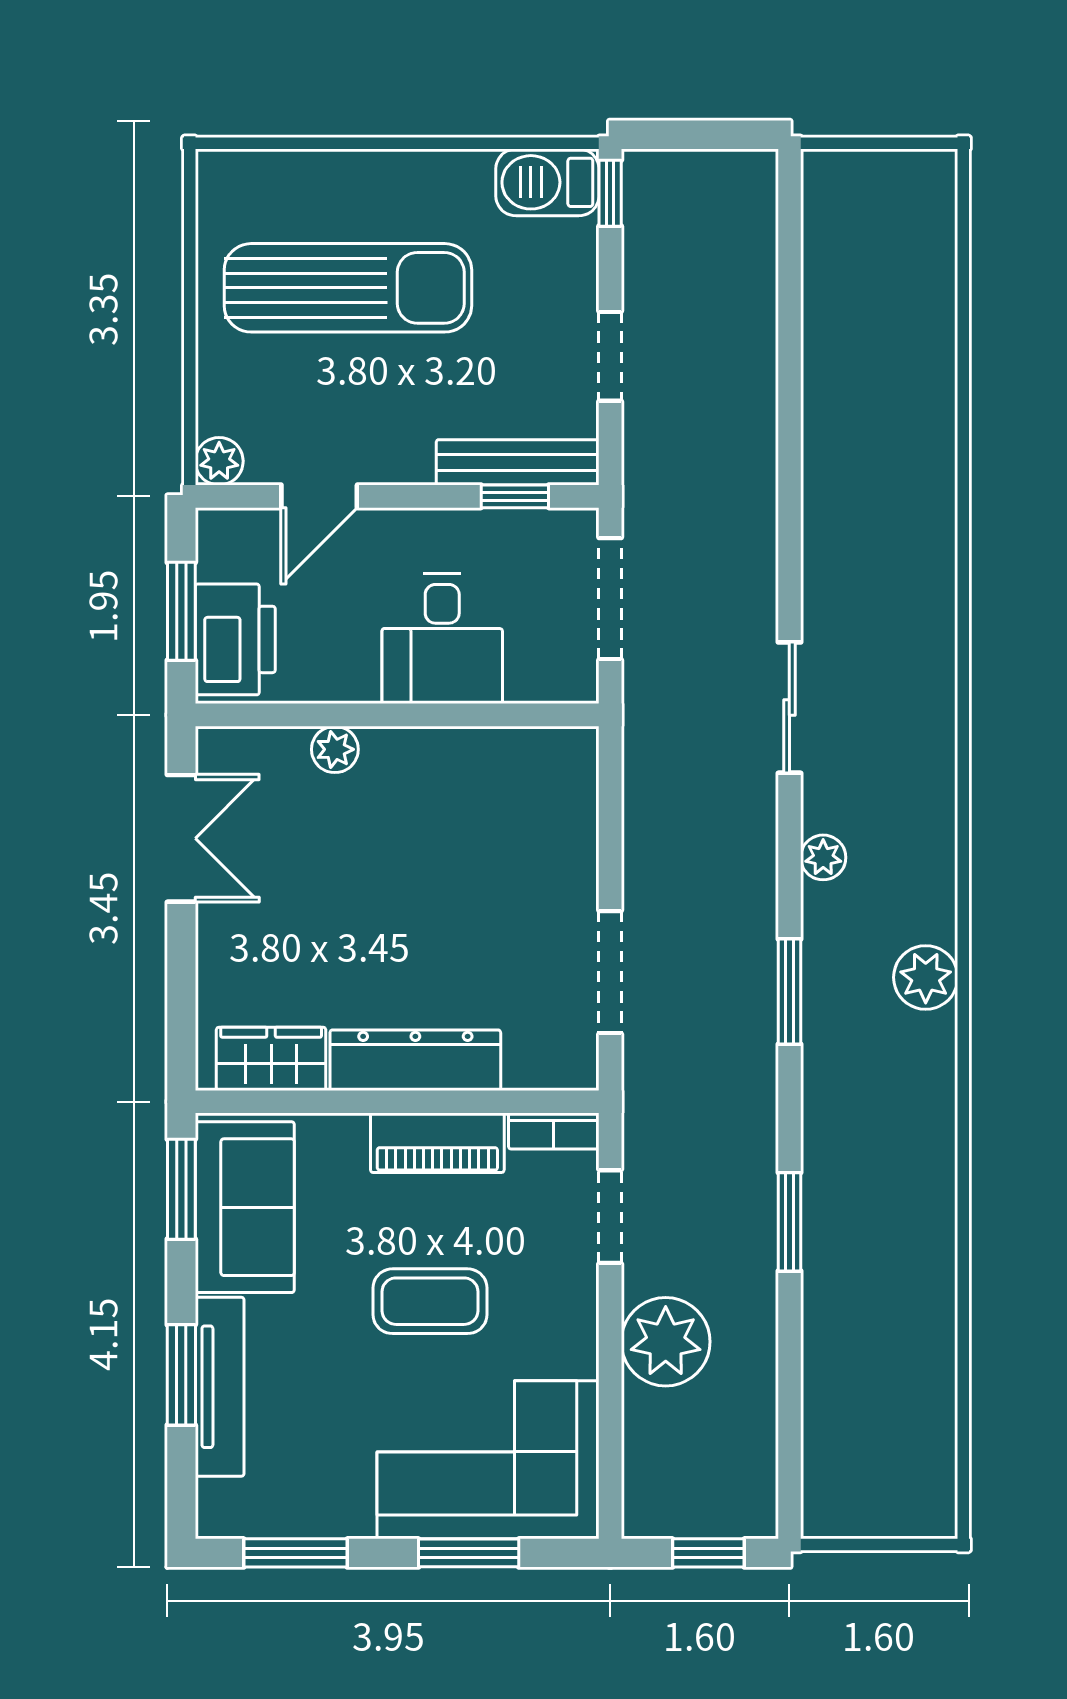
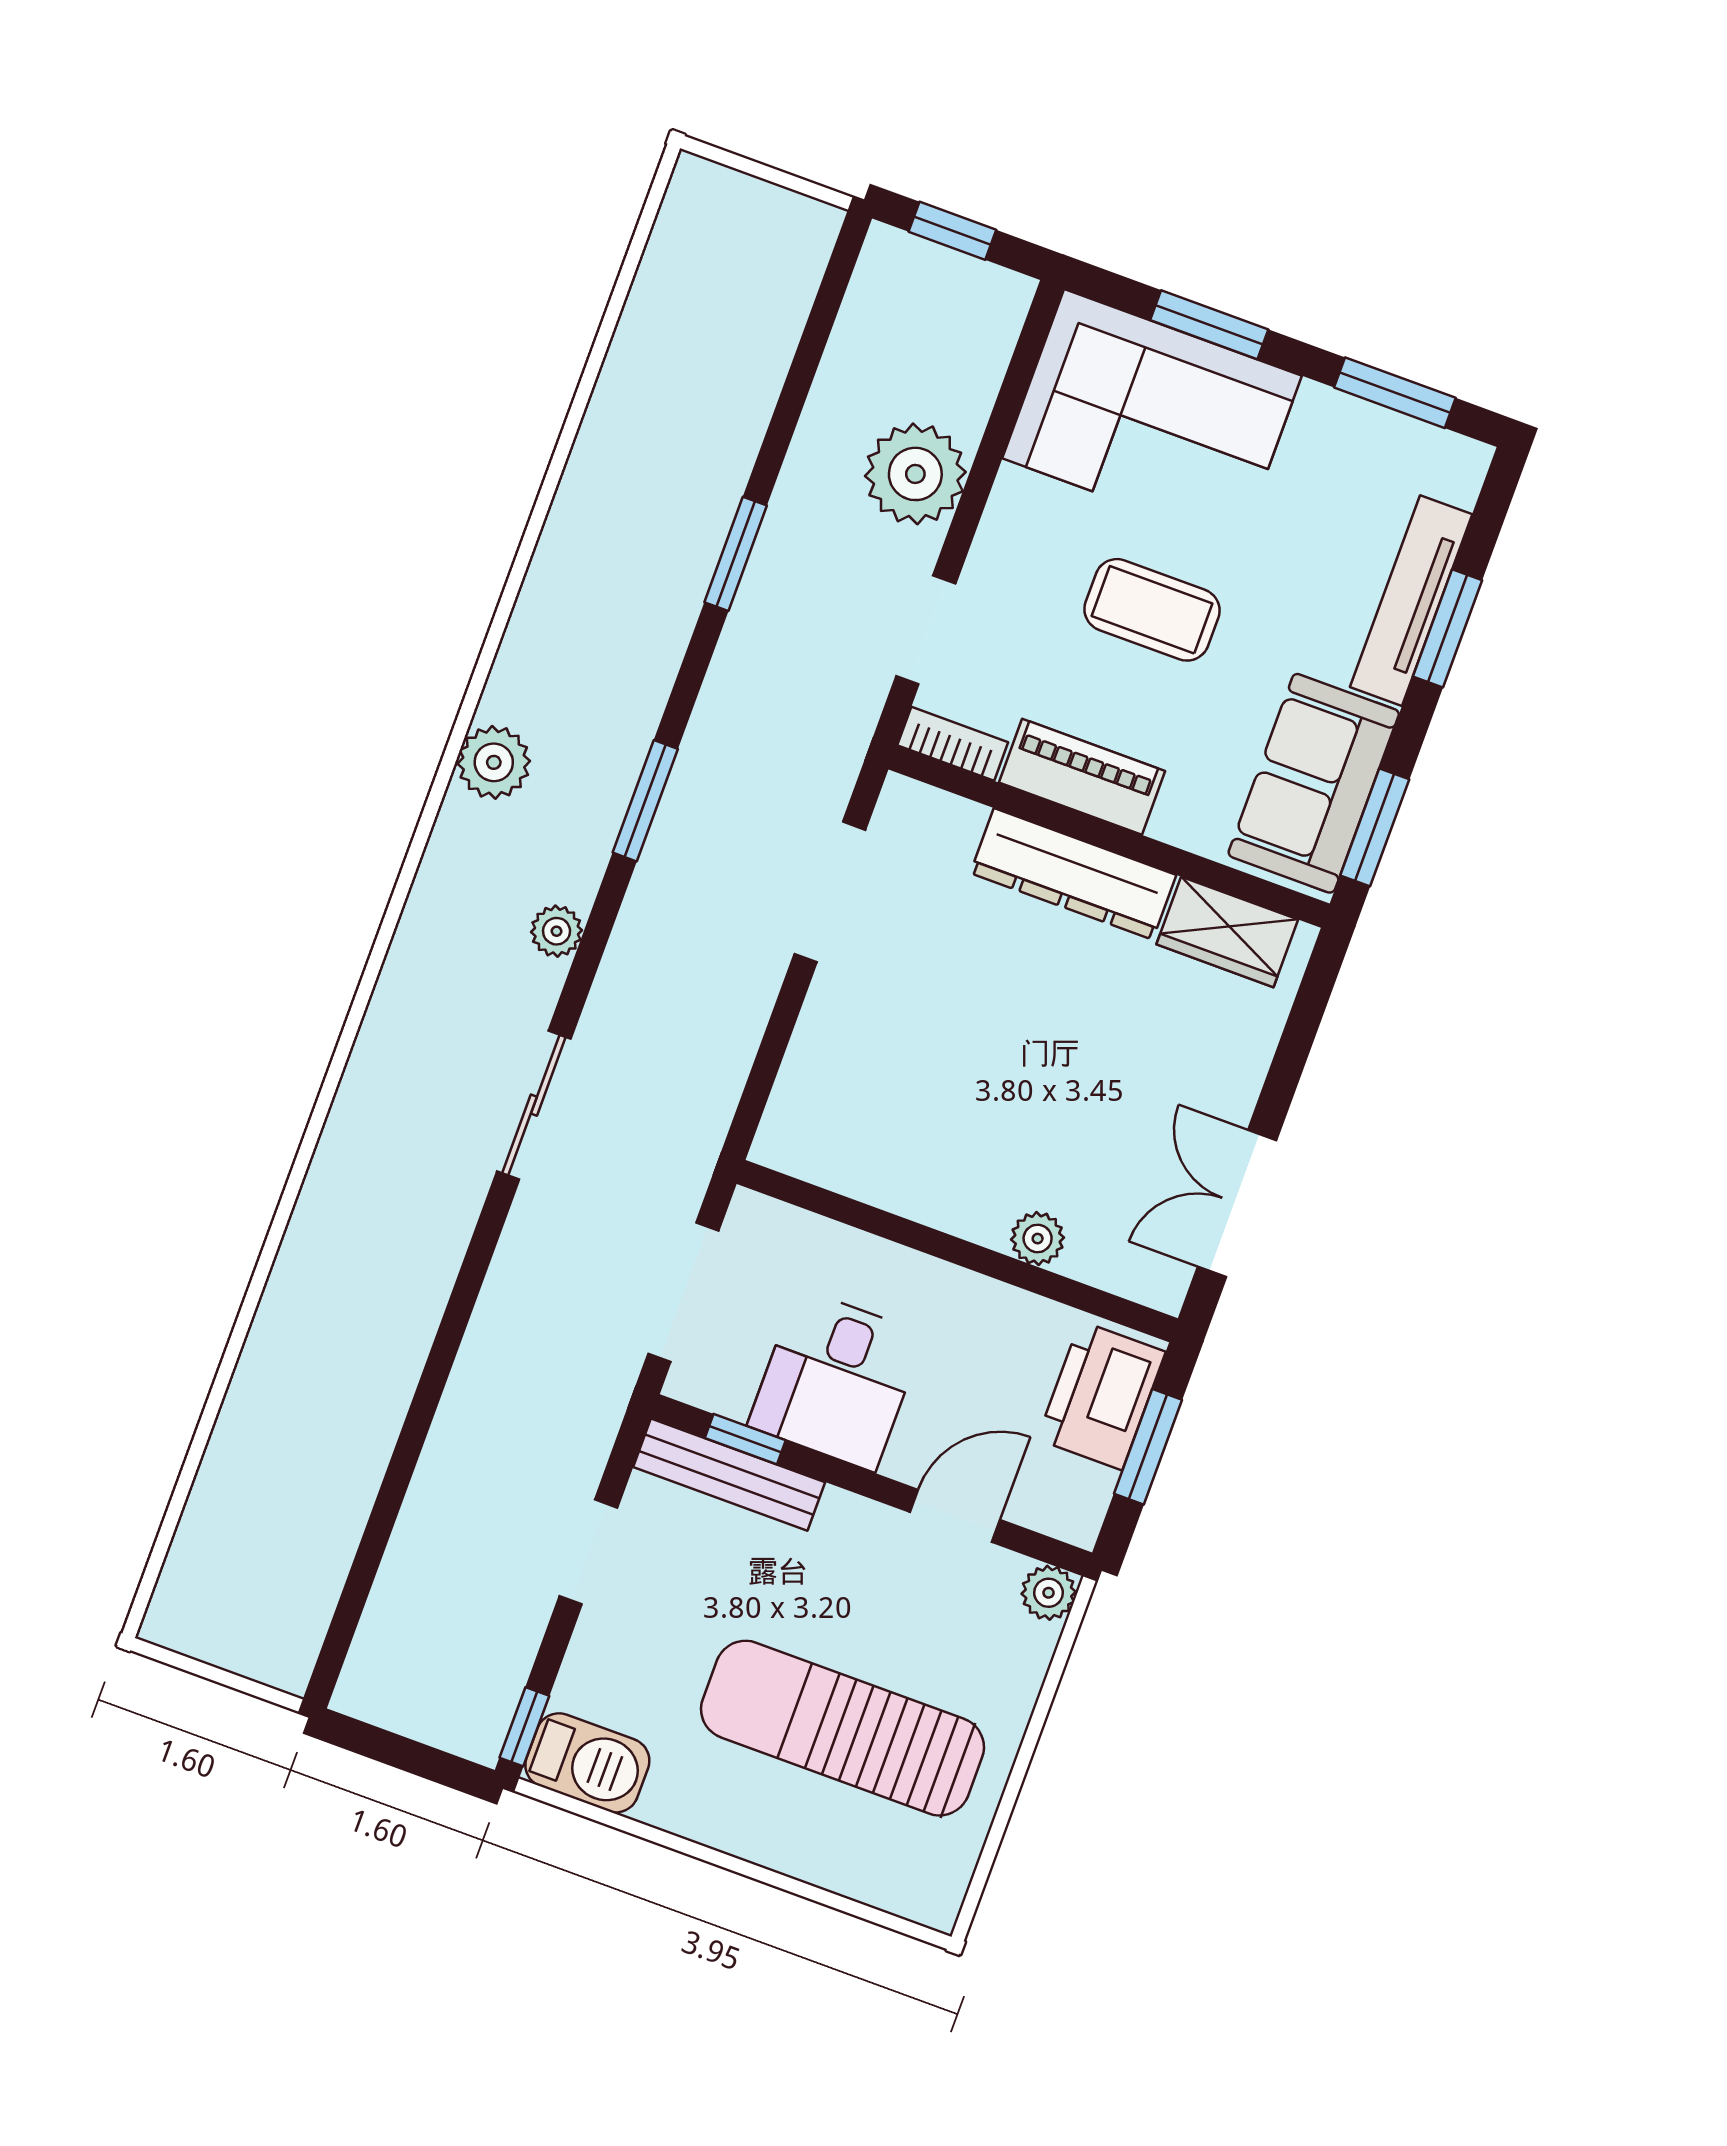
desk: (442, 639) -> (836, 1380), moved, turned 180

